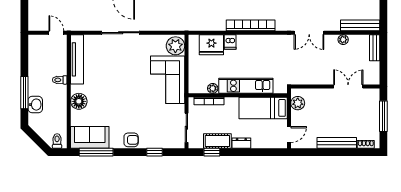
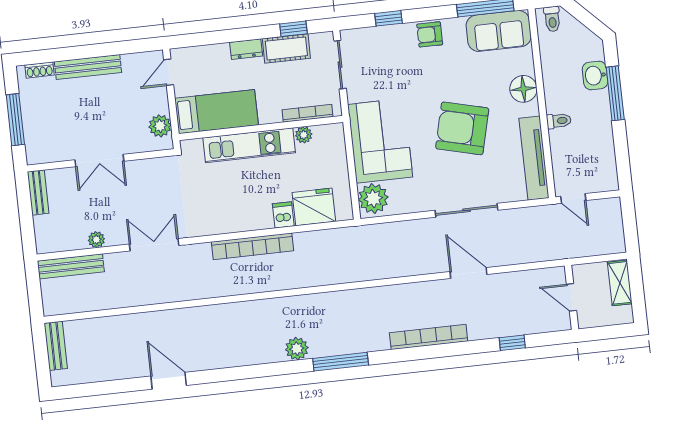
bench: (375, 48) -> (38, 193), moved
armchair: (118, 82) -> (462, 128), added
double door: (348, 87) -> (99, 160), moved

